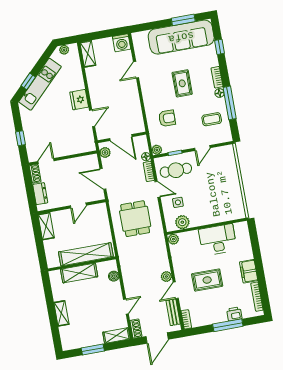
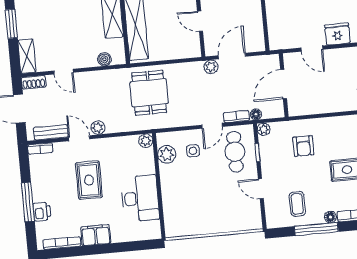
plant: (105, 153) -> (211, 67), moved
dining table: (135, 219) -> (149, 93), moved, turned 90

